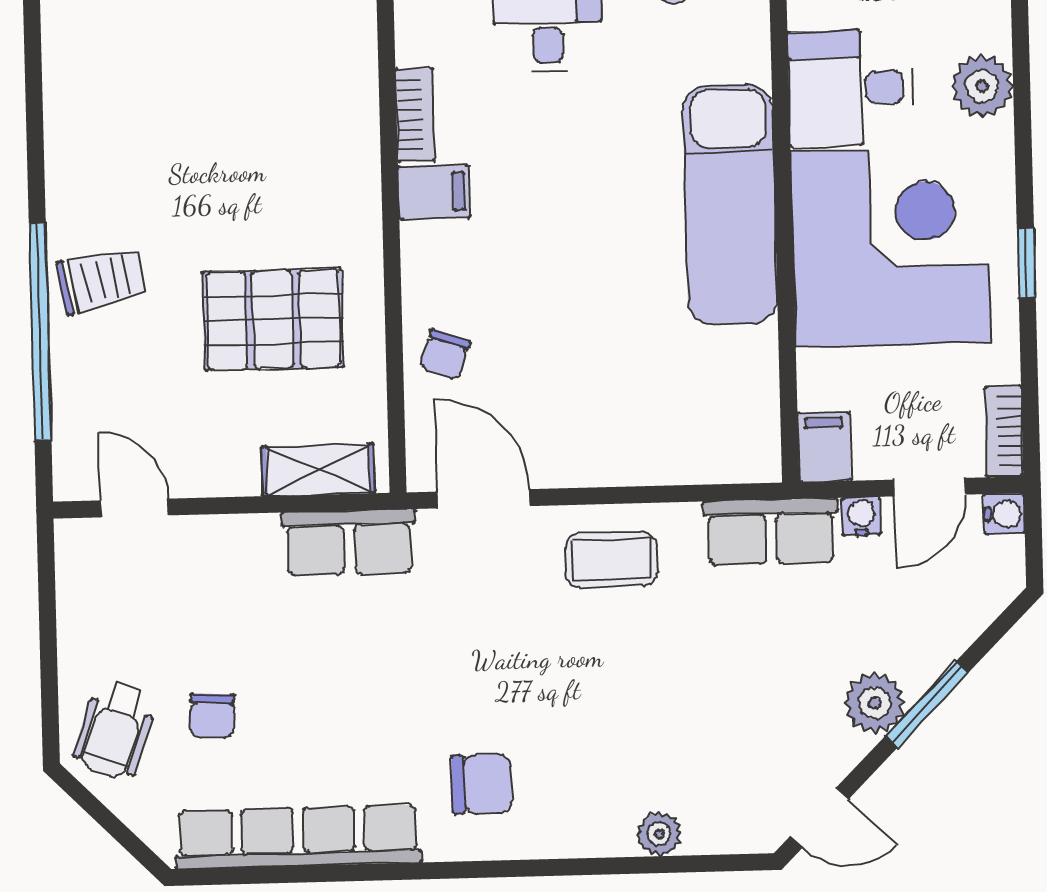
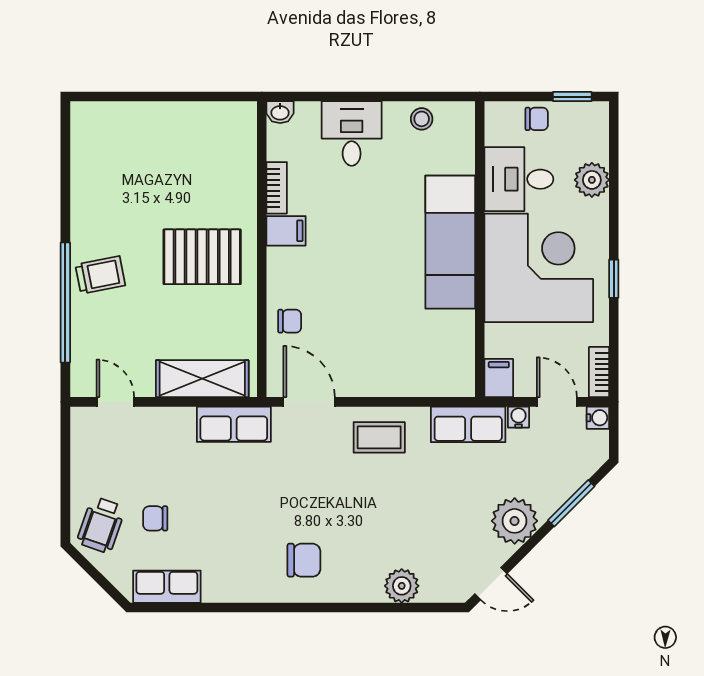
pallet: (273, 320) -> (202, 257), moved
chair: (445, 354) -> (290, 321), turned -110
shelving: (318, 470) -> (202, 379), width x1.50, depth x1.33
door: (930, 487) -> (557, 402), swing flipped
plant: (875, 703) -> (515, 521), width x1.36, depth x1.36
window: (927, 704) -> (571, 503), moved
chair: (212, 716) -> (155, 518), turned 87
plant: (659, 834) -> (402, 586), width x1.38, depth x1.38
row of seats: (298, 837) -> (167, 587), width x0.50

